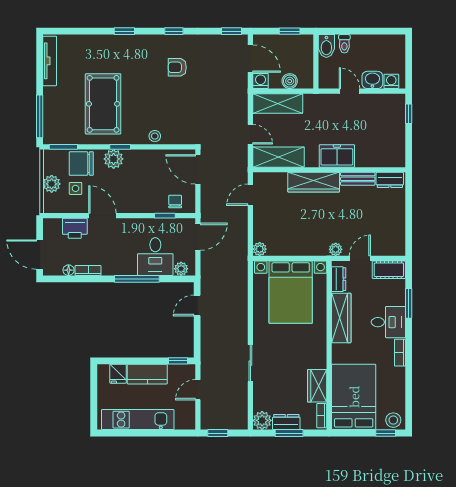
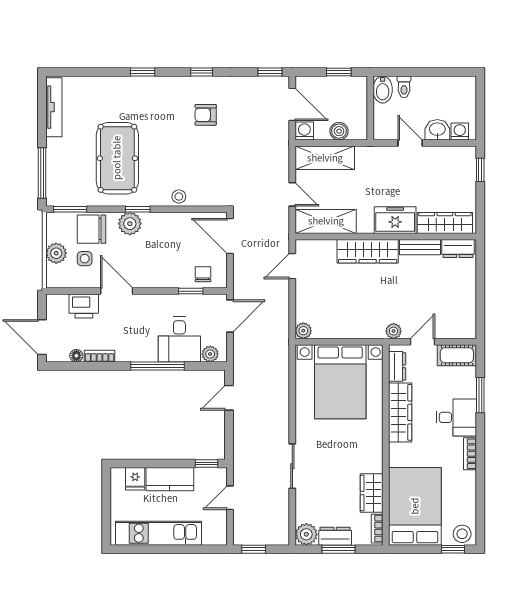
wardrobe: (379, 158) -> (445, 223), added

